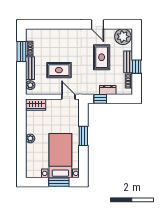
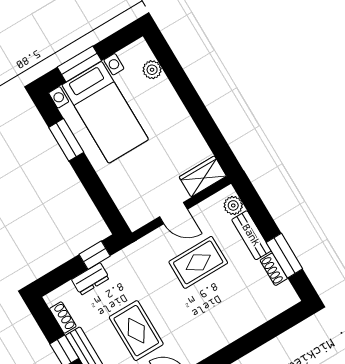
door: (68, 97) -> (174, 213), moved
window: (83, 136) -> (66, 140), moved
plant: (30, 138) -> (152, 70), moved

